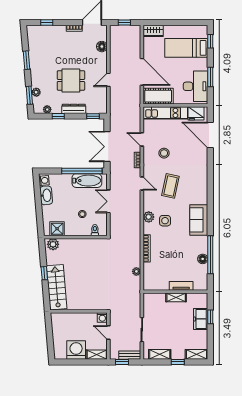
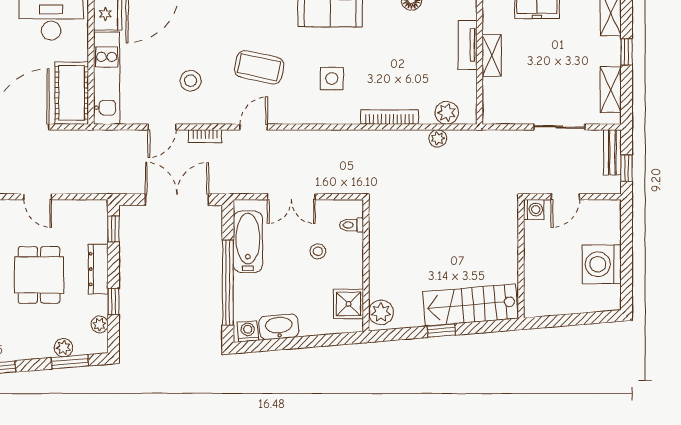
double door: (107, 147) -> (177, 200), swing flipped
window: (82, 171) -> (228, 283), moved
plant: (149, 217) -> (447, 113), moved
shelving: (97, 355) -> (611, 221), removed

